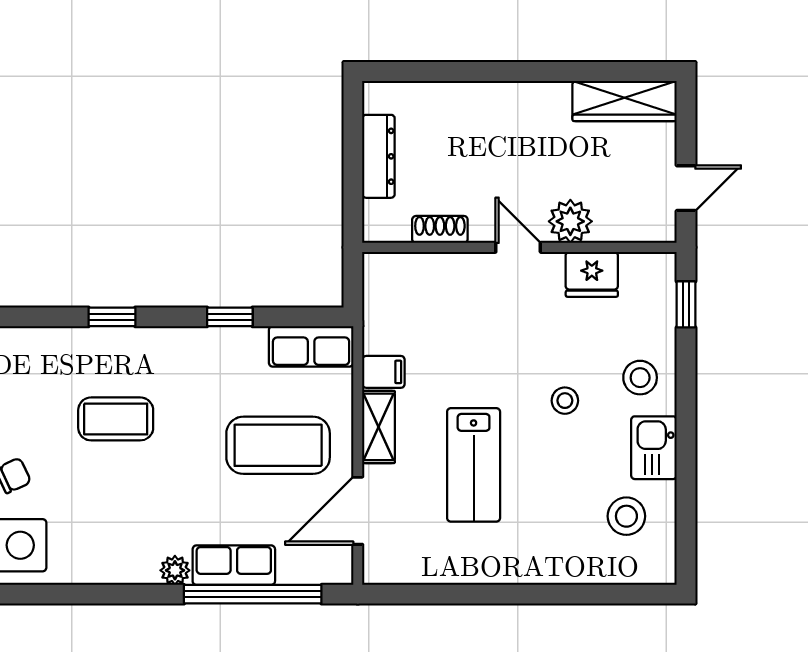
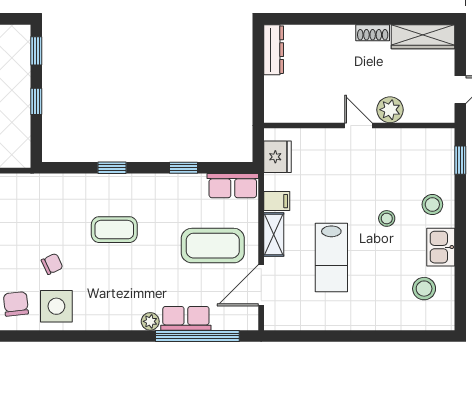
dresser: (378, 156) -> (274, 50), moved
shoe rack: (440, 229) -> (373, 33), moved, turned 180
fridge: (592, 274) -> (277, 157), moved, turned -90

